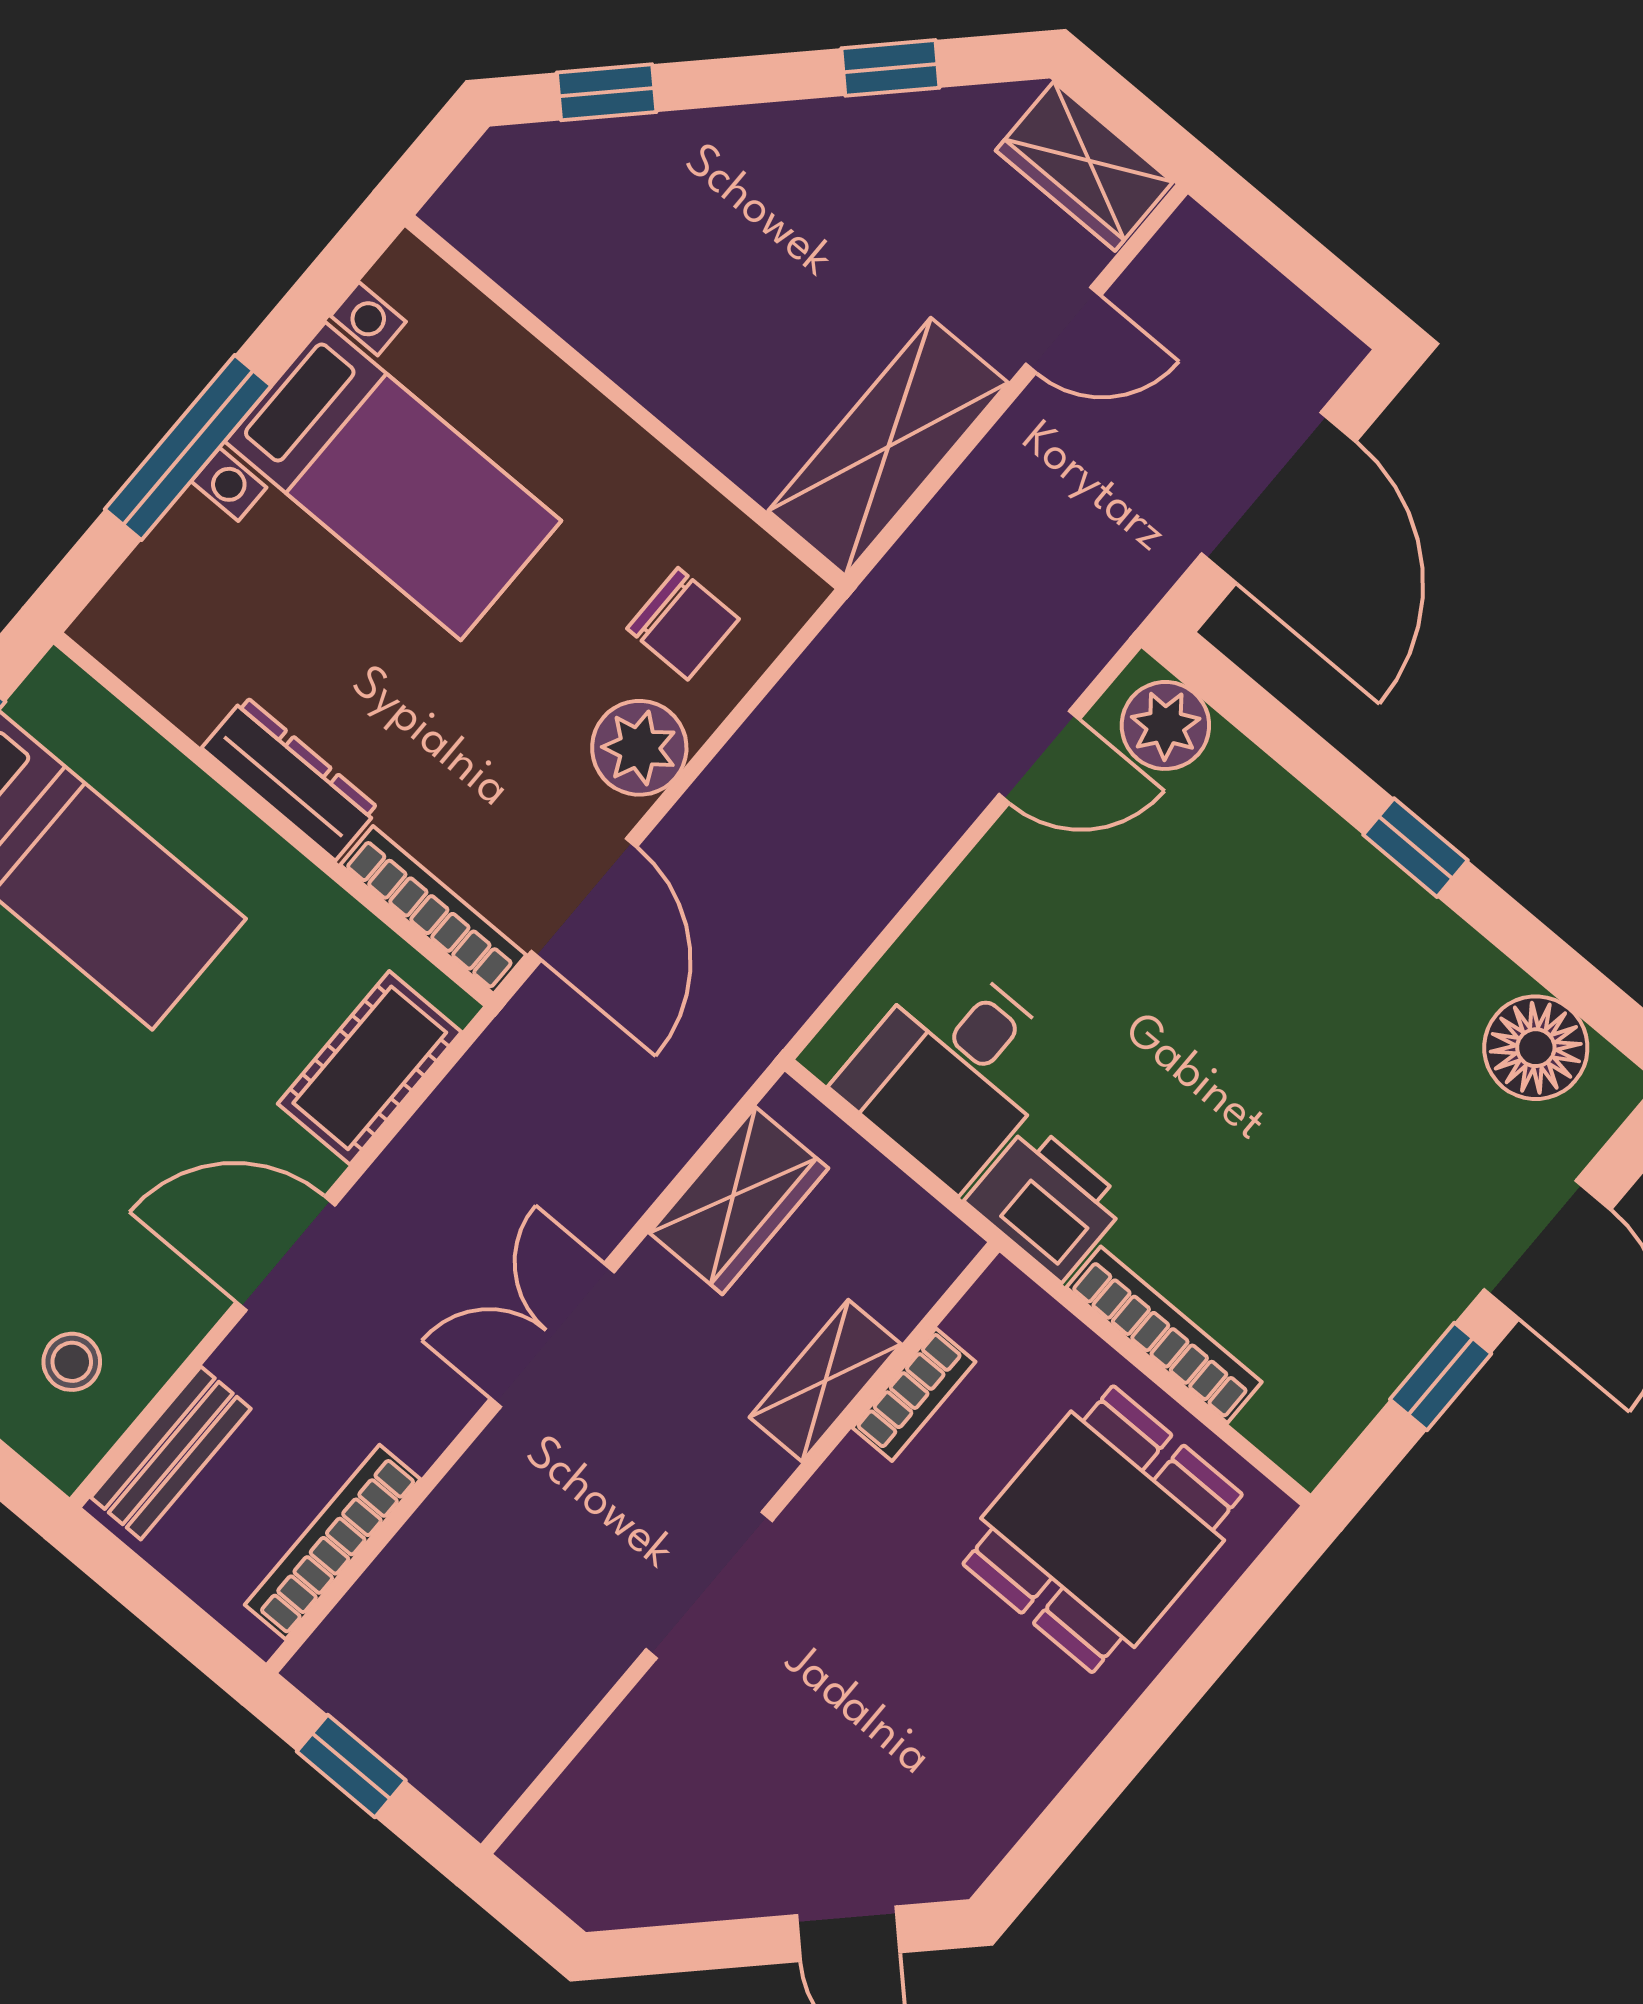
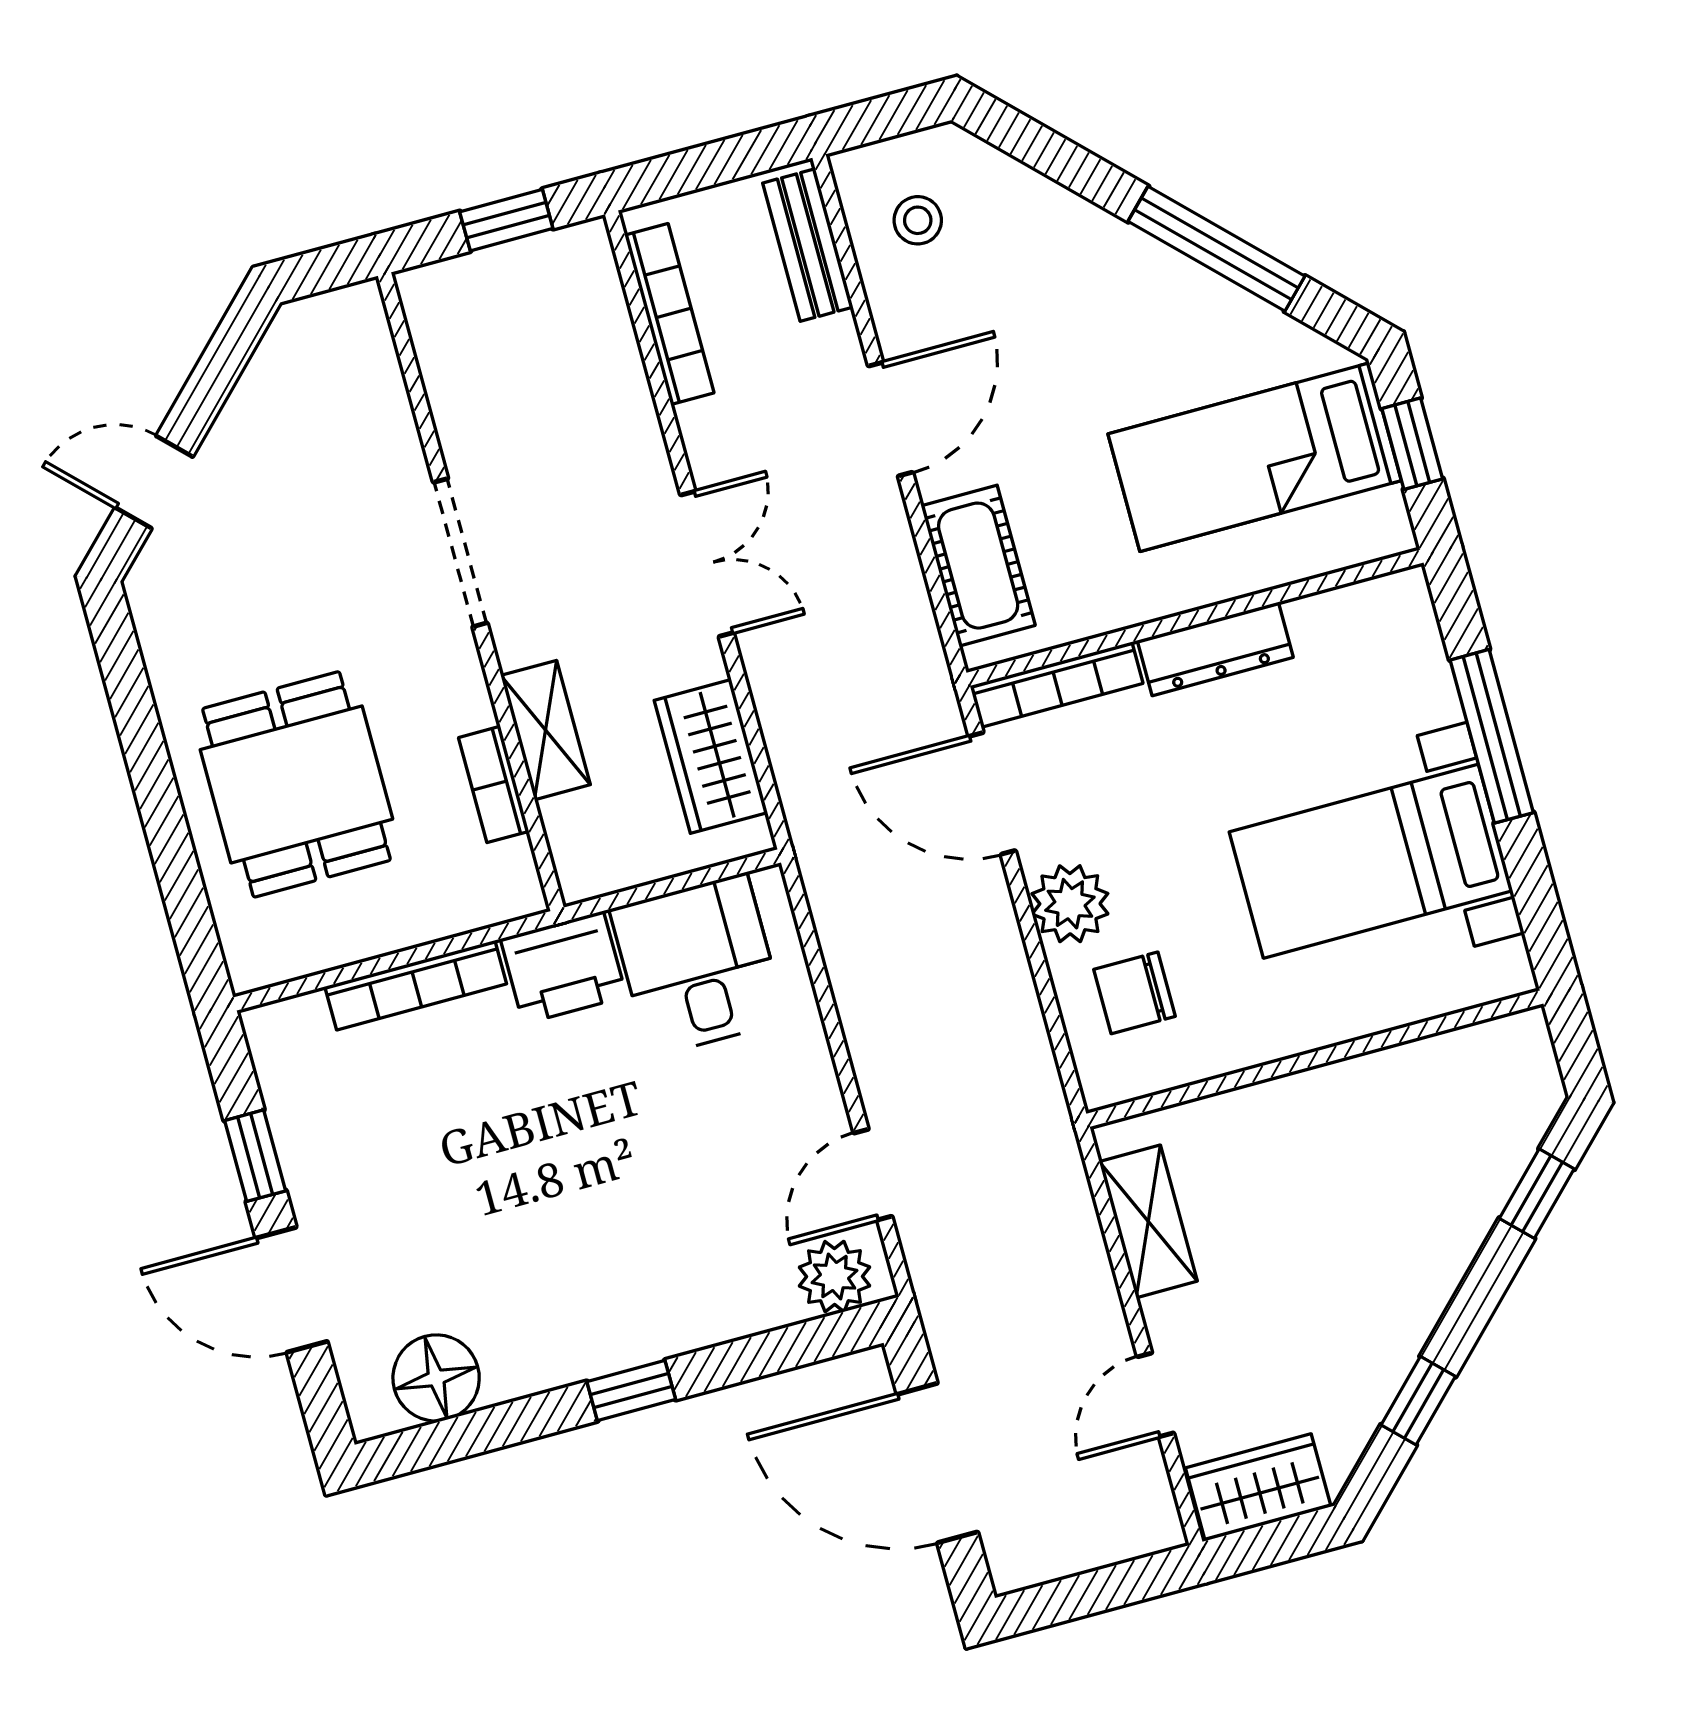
shelving: (888, 447) -> (1148, 1221), width x0.67, depth x0.75
dining table: (1103, 1529) -> (296, 784), moved

